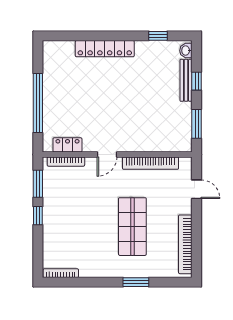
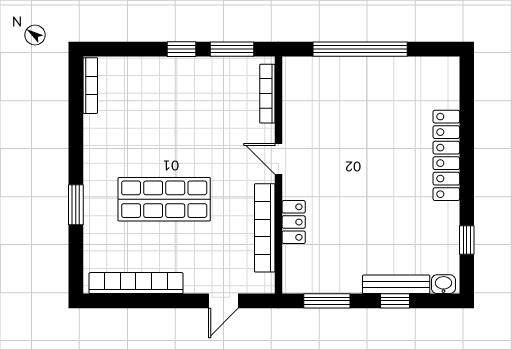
locker: (67, 145) -> (294, 222), moved

